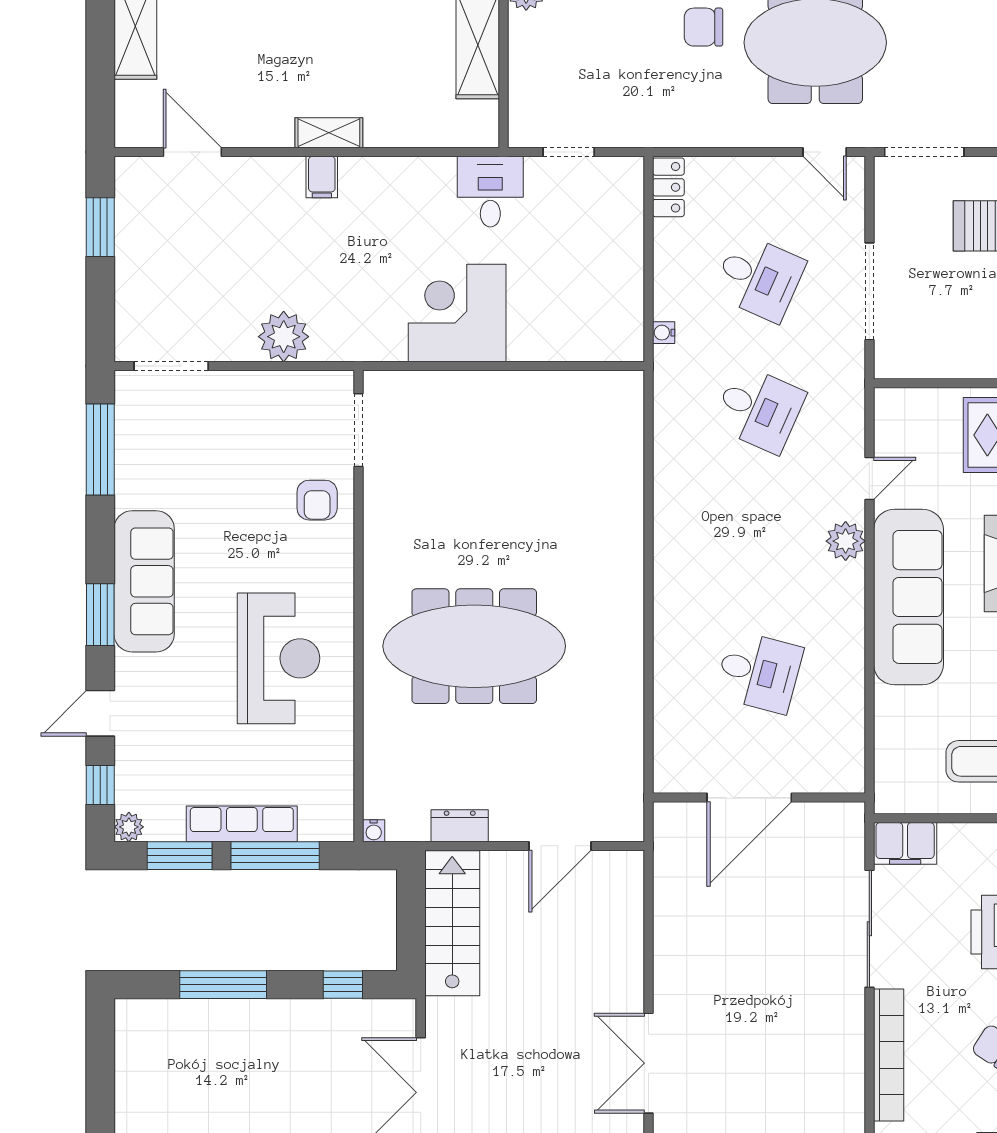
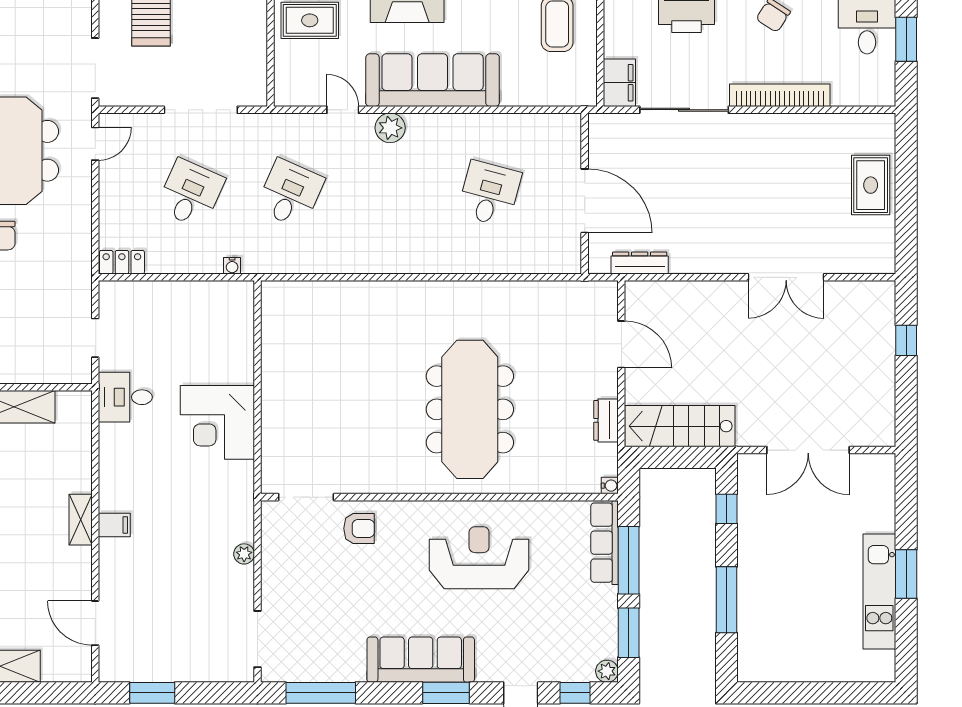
door: (192, 152) -> (95, 623), hinge flipped
plant: (284, 337) -> (244, 554), width x0.53, depth x0.53
row of seats: (242, 824) -> (605, 543), moved
dresser: (667, 870) -> (640, 263), added

